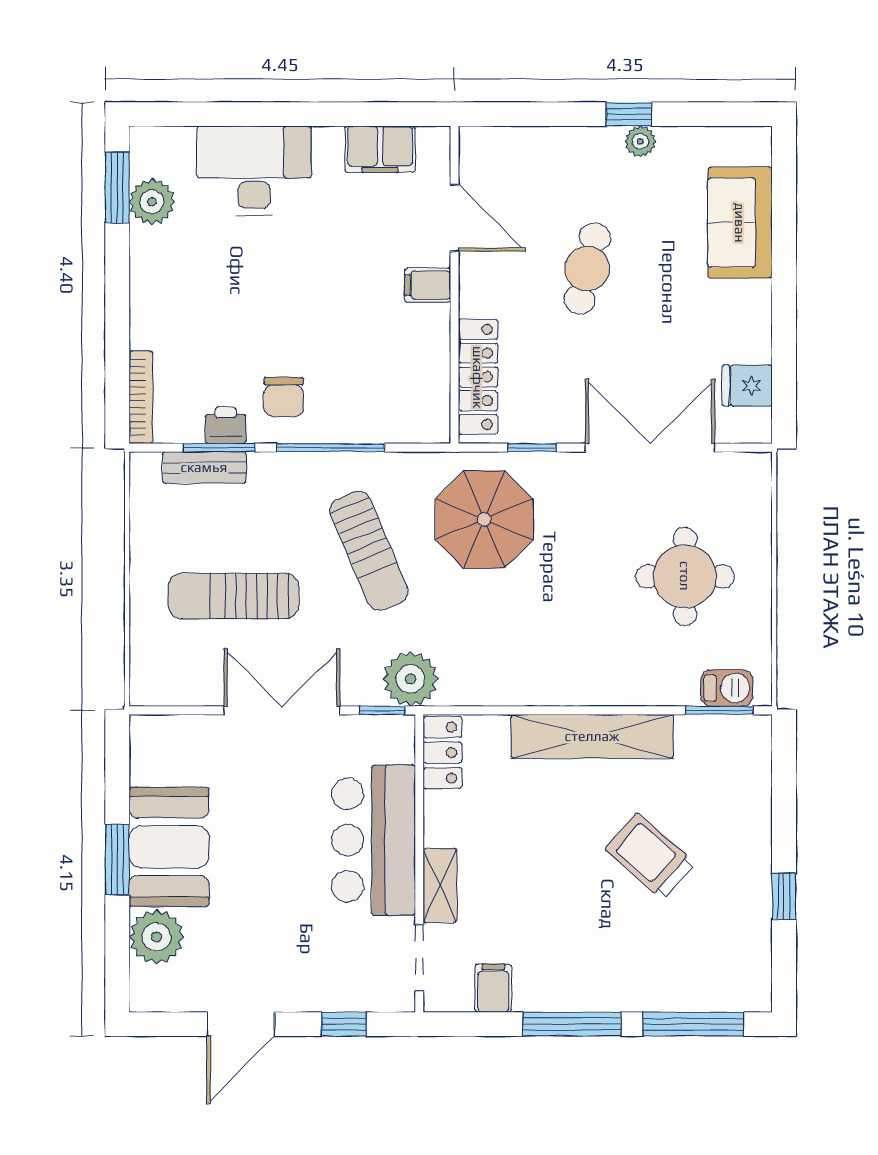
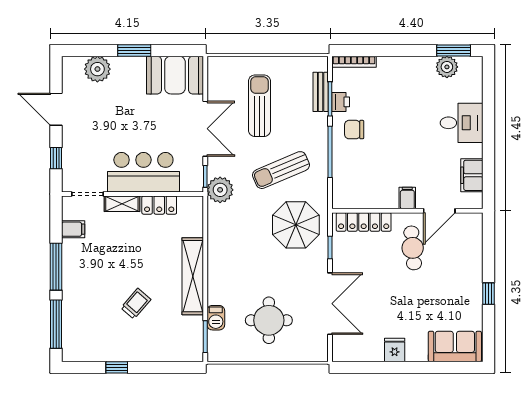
plant: (640, 141) -> (476, 299), removed
desk: (254, 171) -> (462, 123), width x0.73
sofa: (740, 223) -> (455, 346), moved
cafe table: (587, 268) -> (413, 248), moved, turned 71
fridge: (747, 386) -> (395, 350), moved
barbecue: (727, 688) -> (216, 318), moved
locker: (443, 753) -> (159, 205), moved
booth: (169, 847) -> (175, 75), moved
trolley: (650, 856) -> (136, 304), width x0.73, depth x0.72

